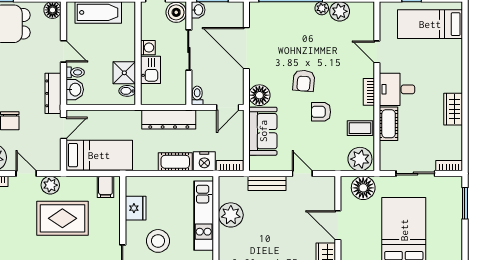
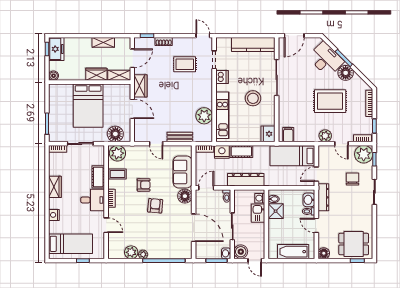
washing machine: (148, 48) -> (260, 198), moved
nightstand: (455, 67) -> (54, 215), added
fridge: (136, 208) -> (268, 134), moved
rug: (62, 218) -> (330, 101), moved

